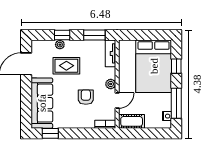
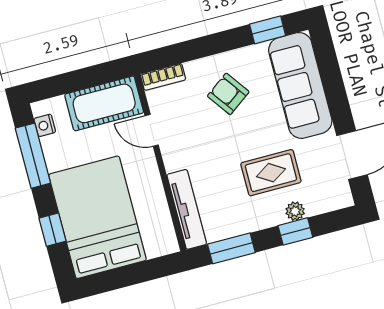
tv unit: (111, 53) -> (187, 209), width x1.41
plant: (111, 84) -> (173, 160), removed
armchair: (86, 97) -> (228, 94), moved, turned 144
door: (117, 100) -> (152, 130), hinge flipped
cot: (132, 121) -> (104, 103), width x1.37, depth x1.34

